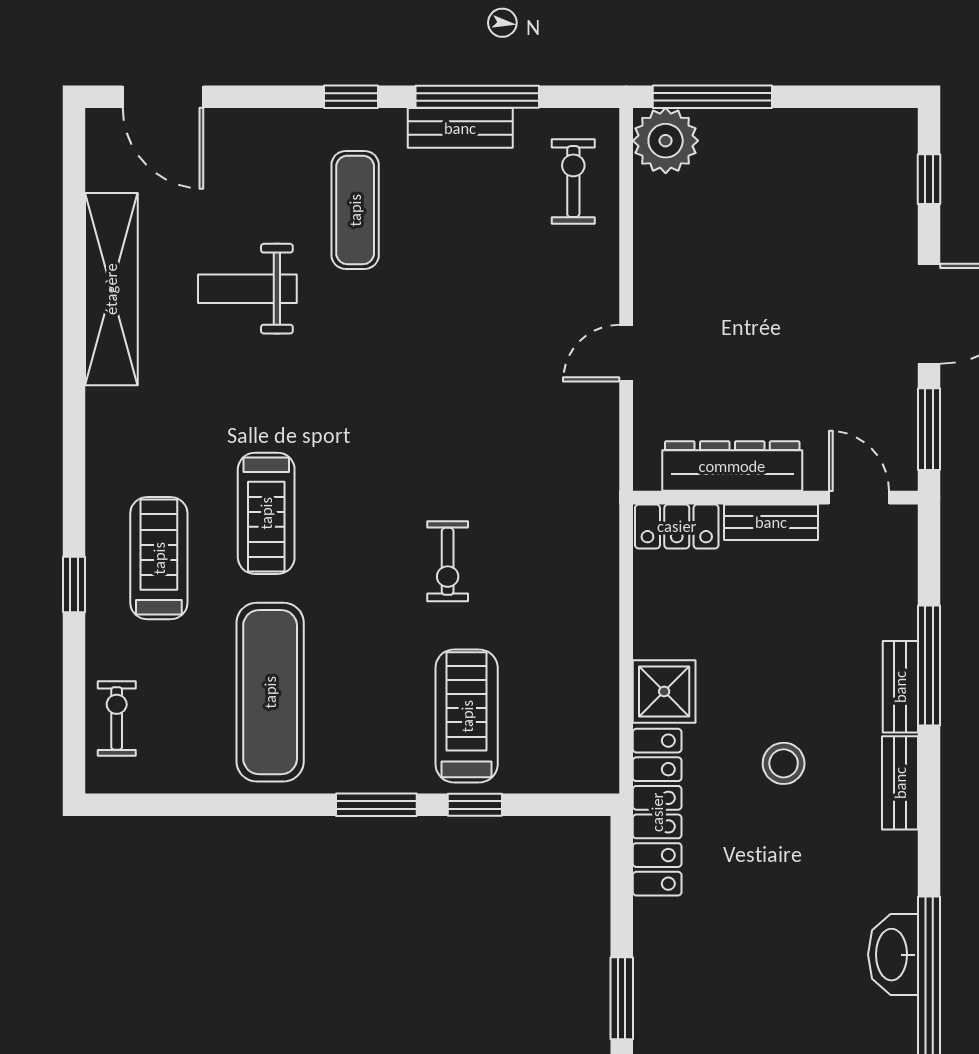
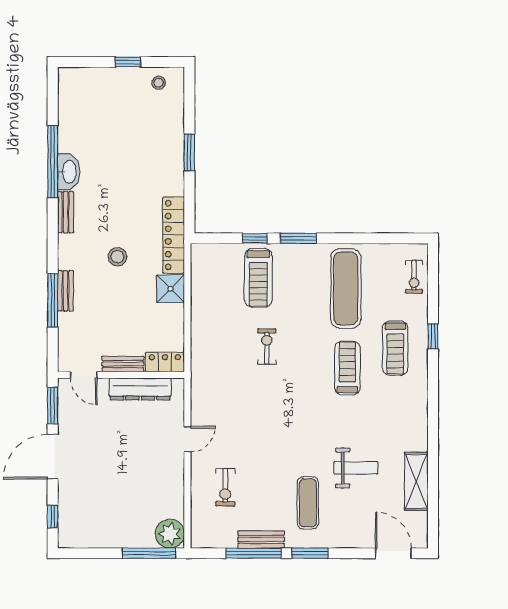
window: (351, 97) -> (310, 553), width x1.50
exercise bike: (573, 182) -> (225, 487), moved
shelving: (111, 289) -> (416, 481), width x0.68
bench: (900, 783) -> (66, 212), moved

